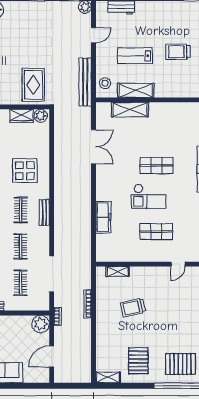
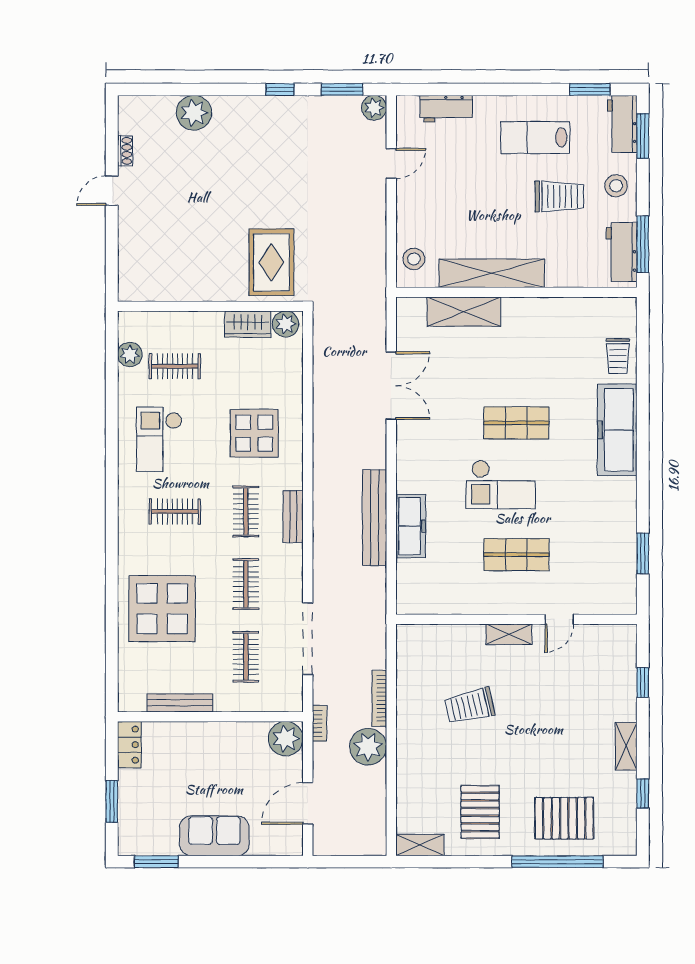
trolley: (178, 52) -> (559, 196), turned 180
lab bench: (135, 56) -> (535, 137), moved
bench: (85, 82) -> (375, 518), moved
shelving: (136, 90) -> (492, 273), width x1.47
shelving: (118, 272) -> (509, 634), moved
plant: (82, 328) -> (368, 747), added

